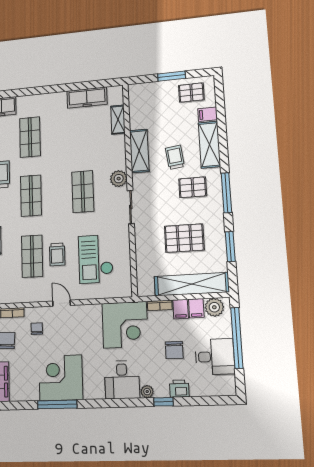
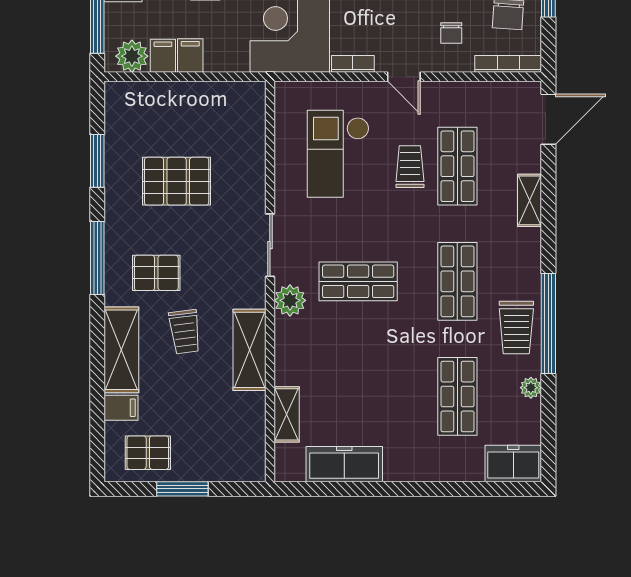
shop shelf: (83, 192) -> (358, 281), turned 90
checkout: (96, 259) -> (338, 154), turned 180
shelving: (191, 284) -> (169, 98), removed
bookcase: (160, 305) -> (353, 64), moved

